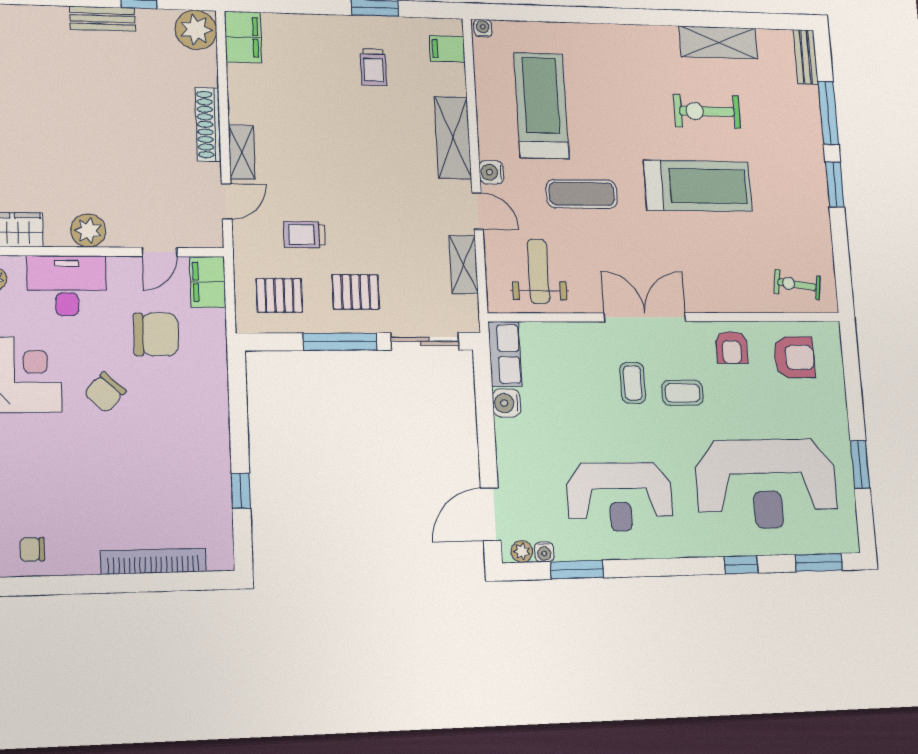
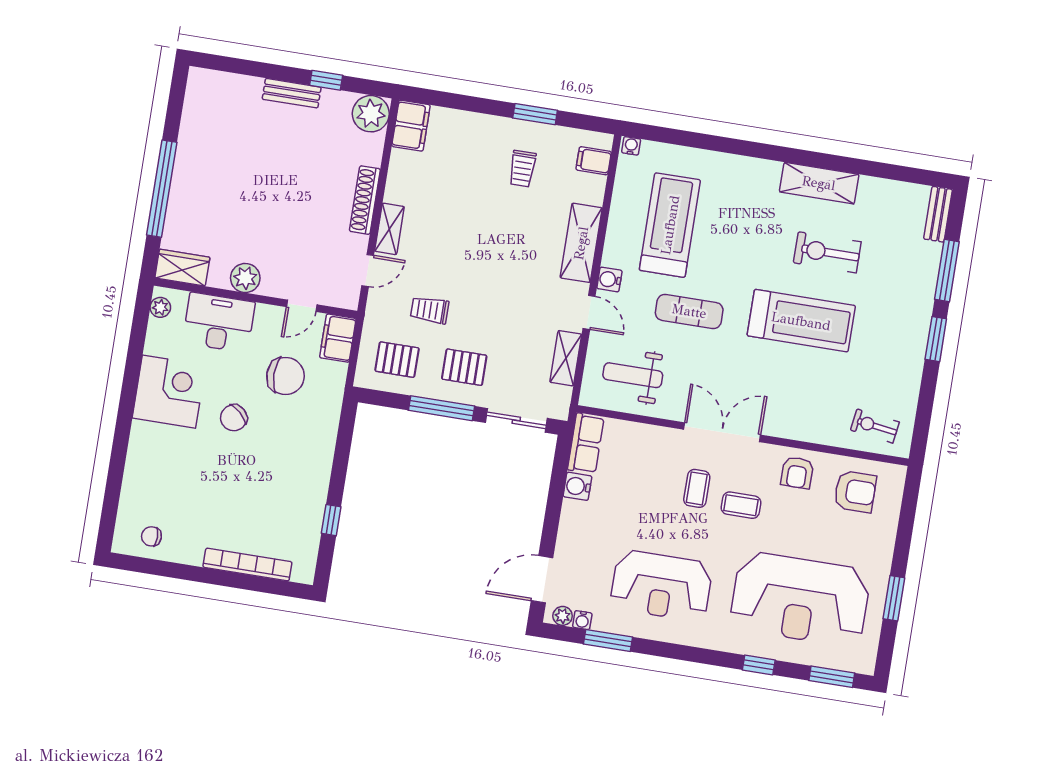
shelving: (718, 42) -> (819, 183), moved
weight bench: (538, 271) -> (633, 375), turned -90

